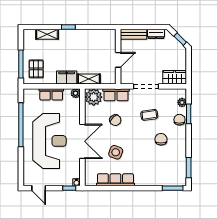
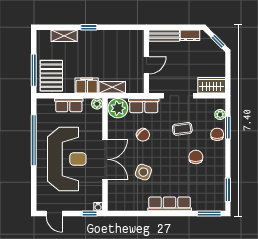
pallet: (36, 69) -> (51, 76), width x1.50, depth x1.42
row of seats: (115, 180) -> (170, 204), moved

